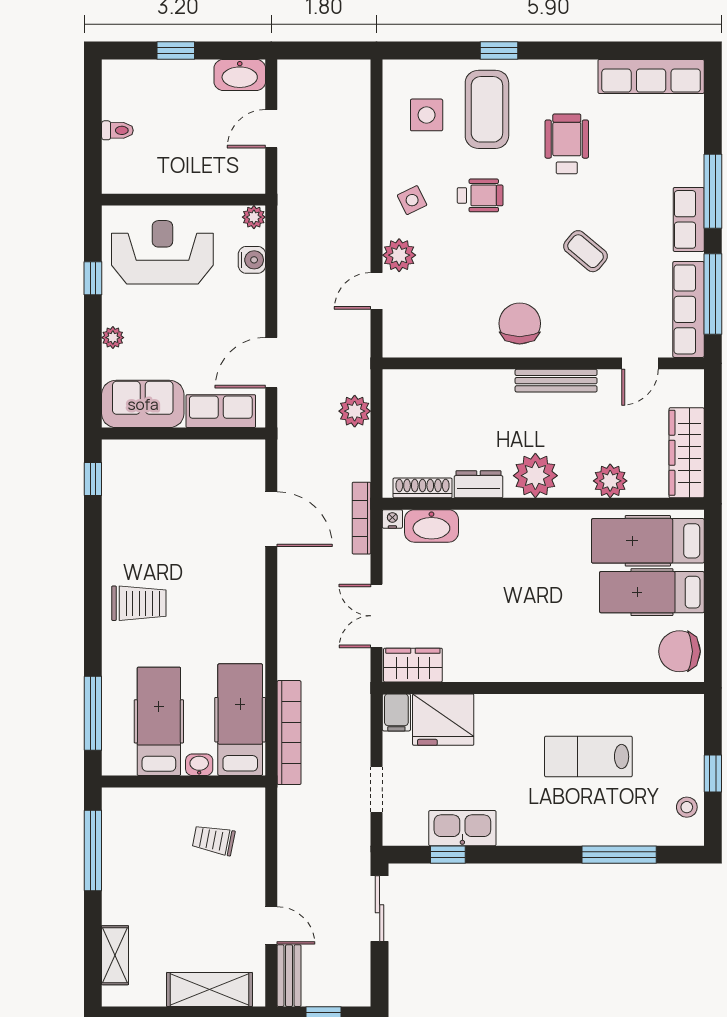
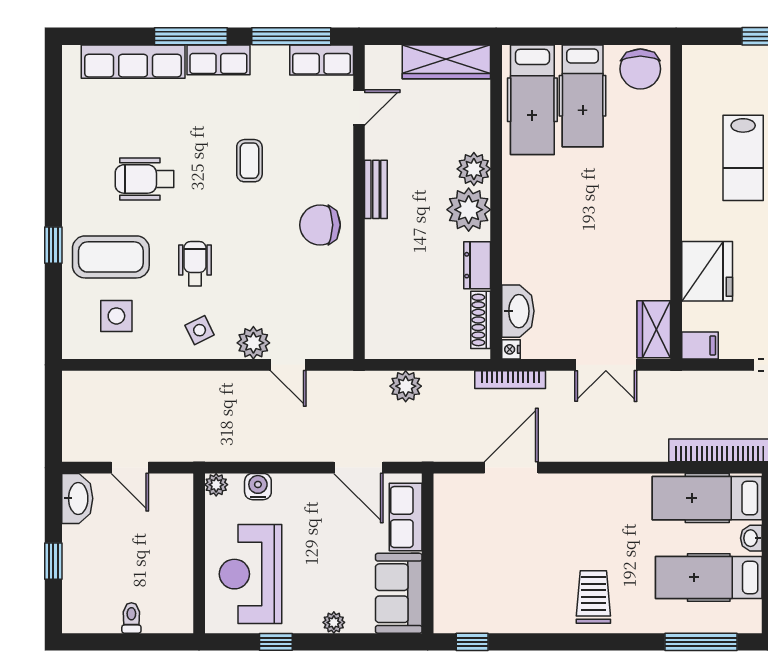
row of seats: (651, 76) -> (133, 62), moved, turned 90
coffee table: (586, 251) -> (249, 161), turned -40
row of seats: (689, 309) -> (322, 60), width x0.68
door: (640, 363) -> (359, 107), hinge flipped
bench: (556, 381) -> (376, 189), width x0.73
plant: (610, 481) -> (474, 169), moved
fridge: (443, 720) -> (707, 271), moved

